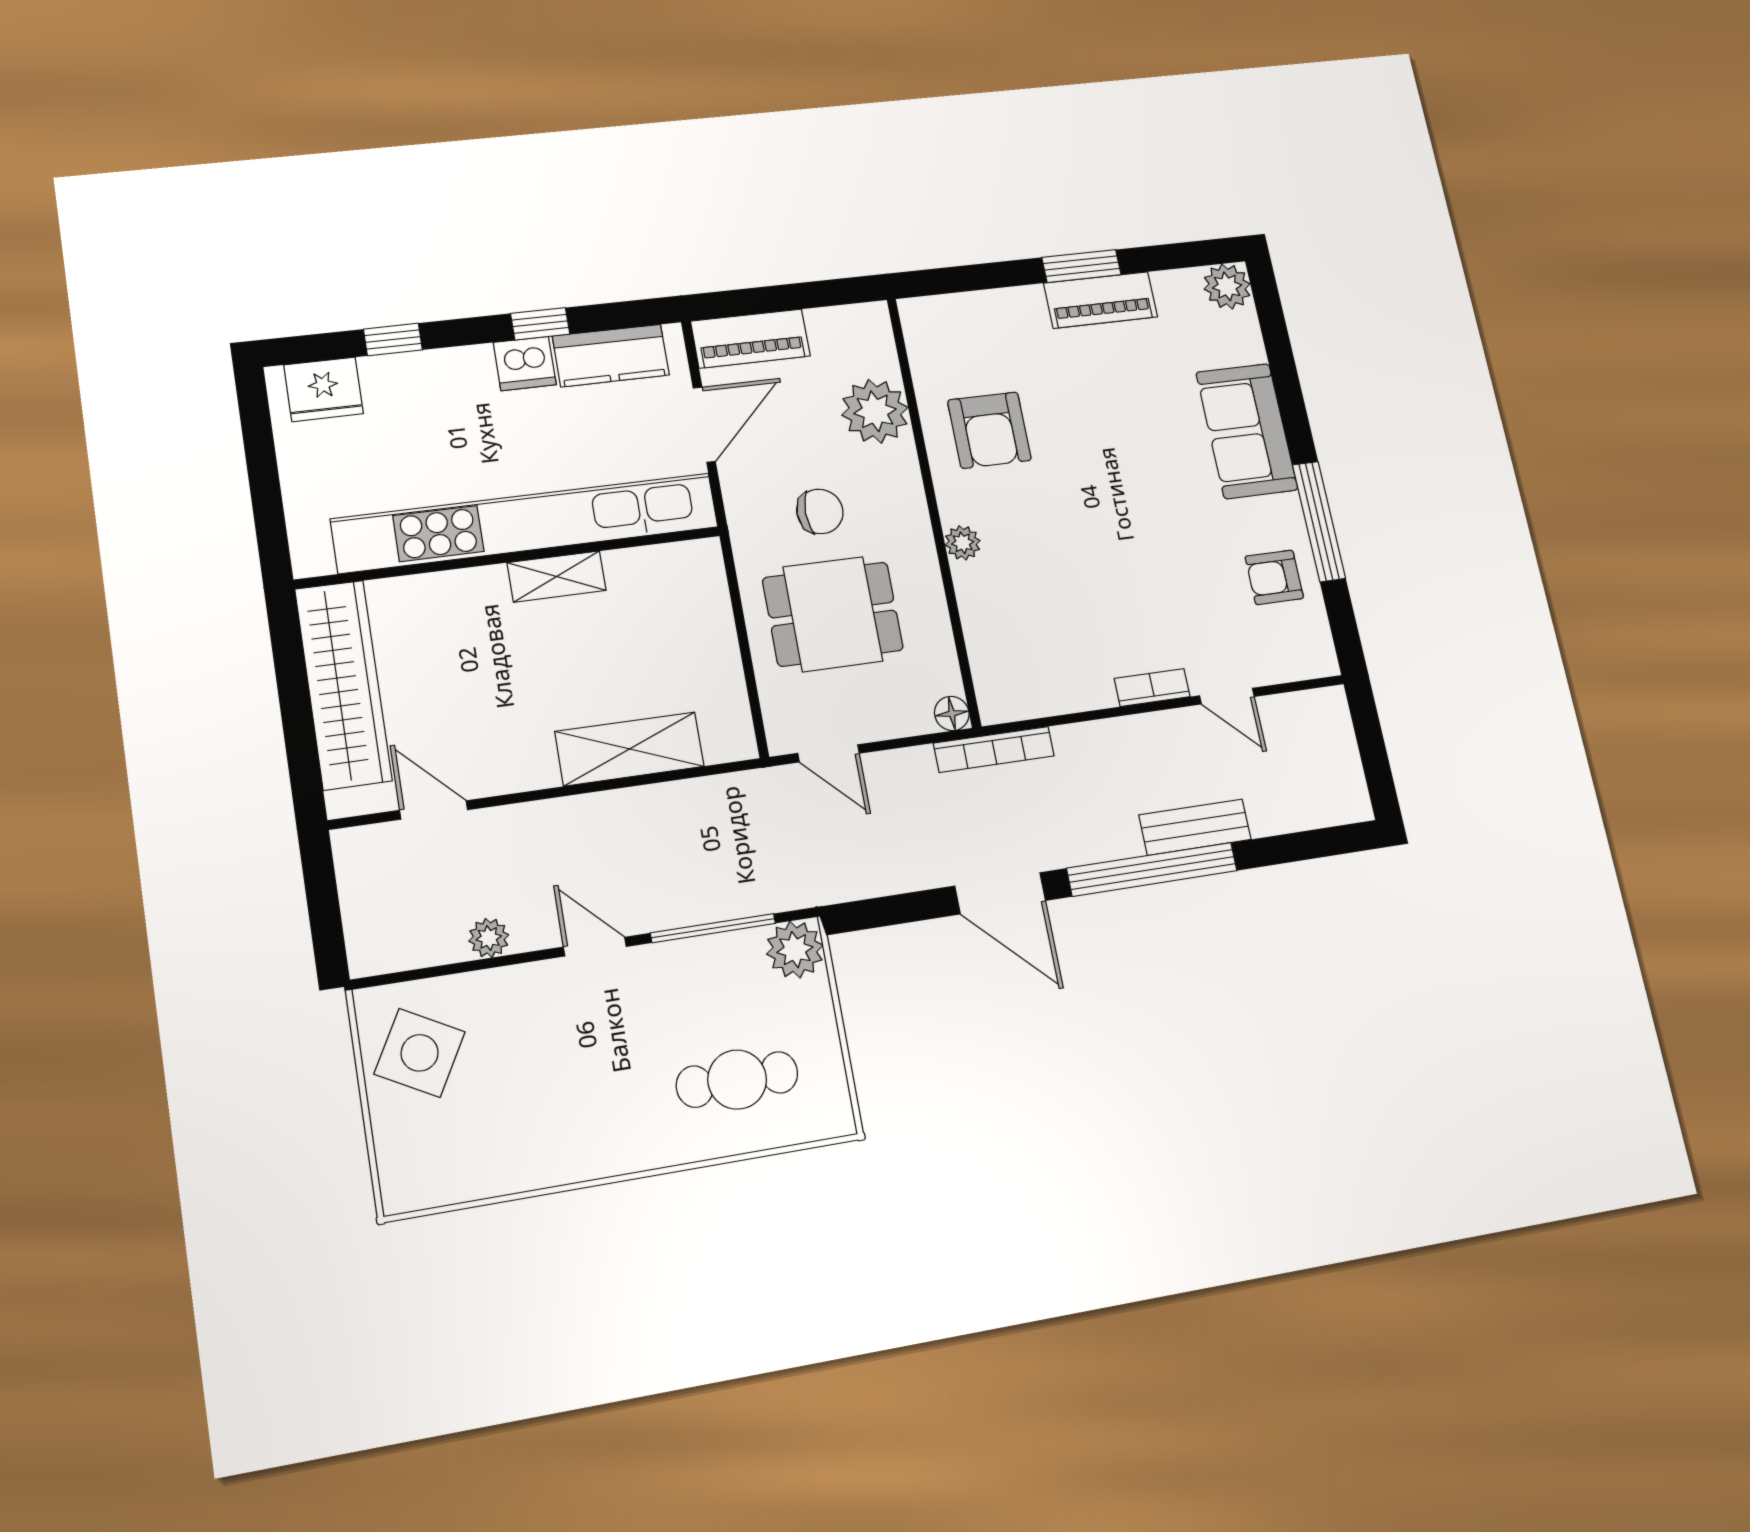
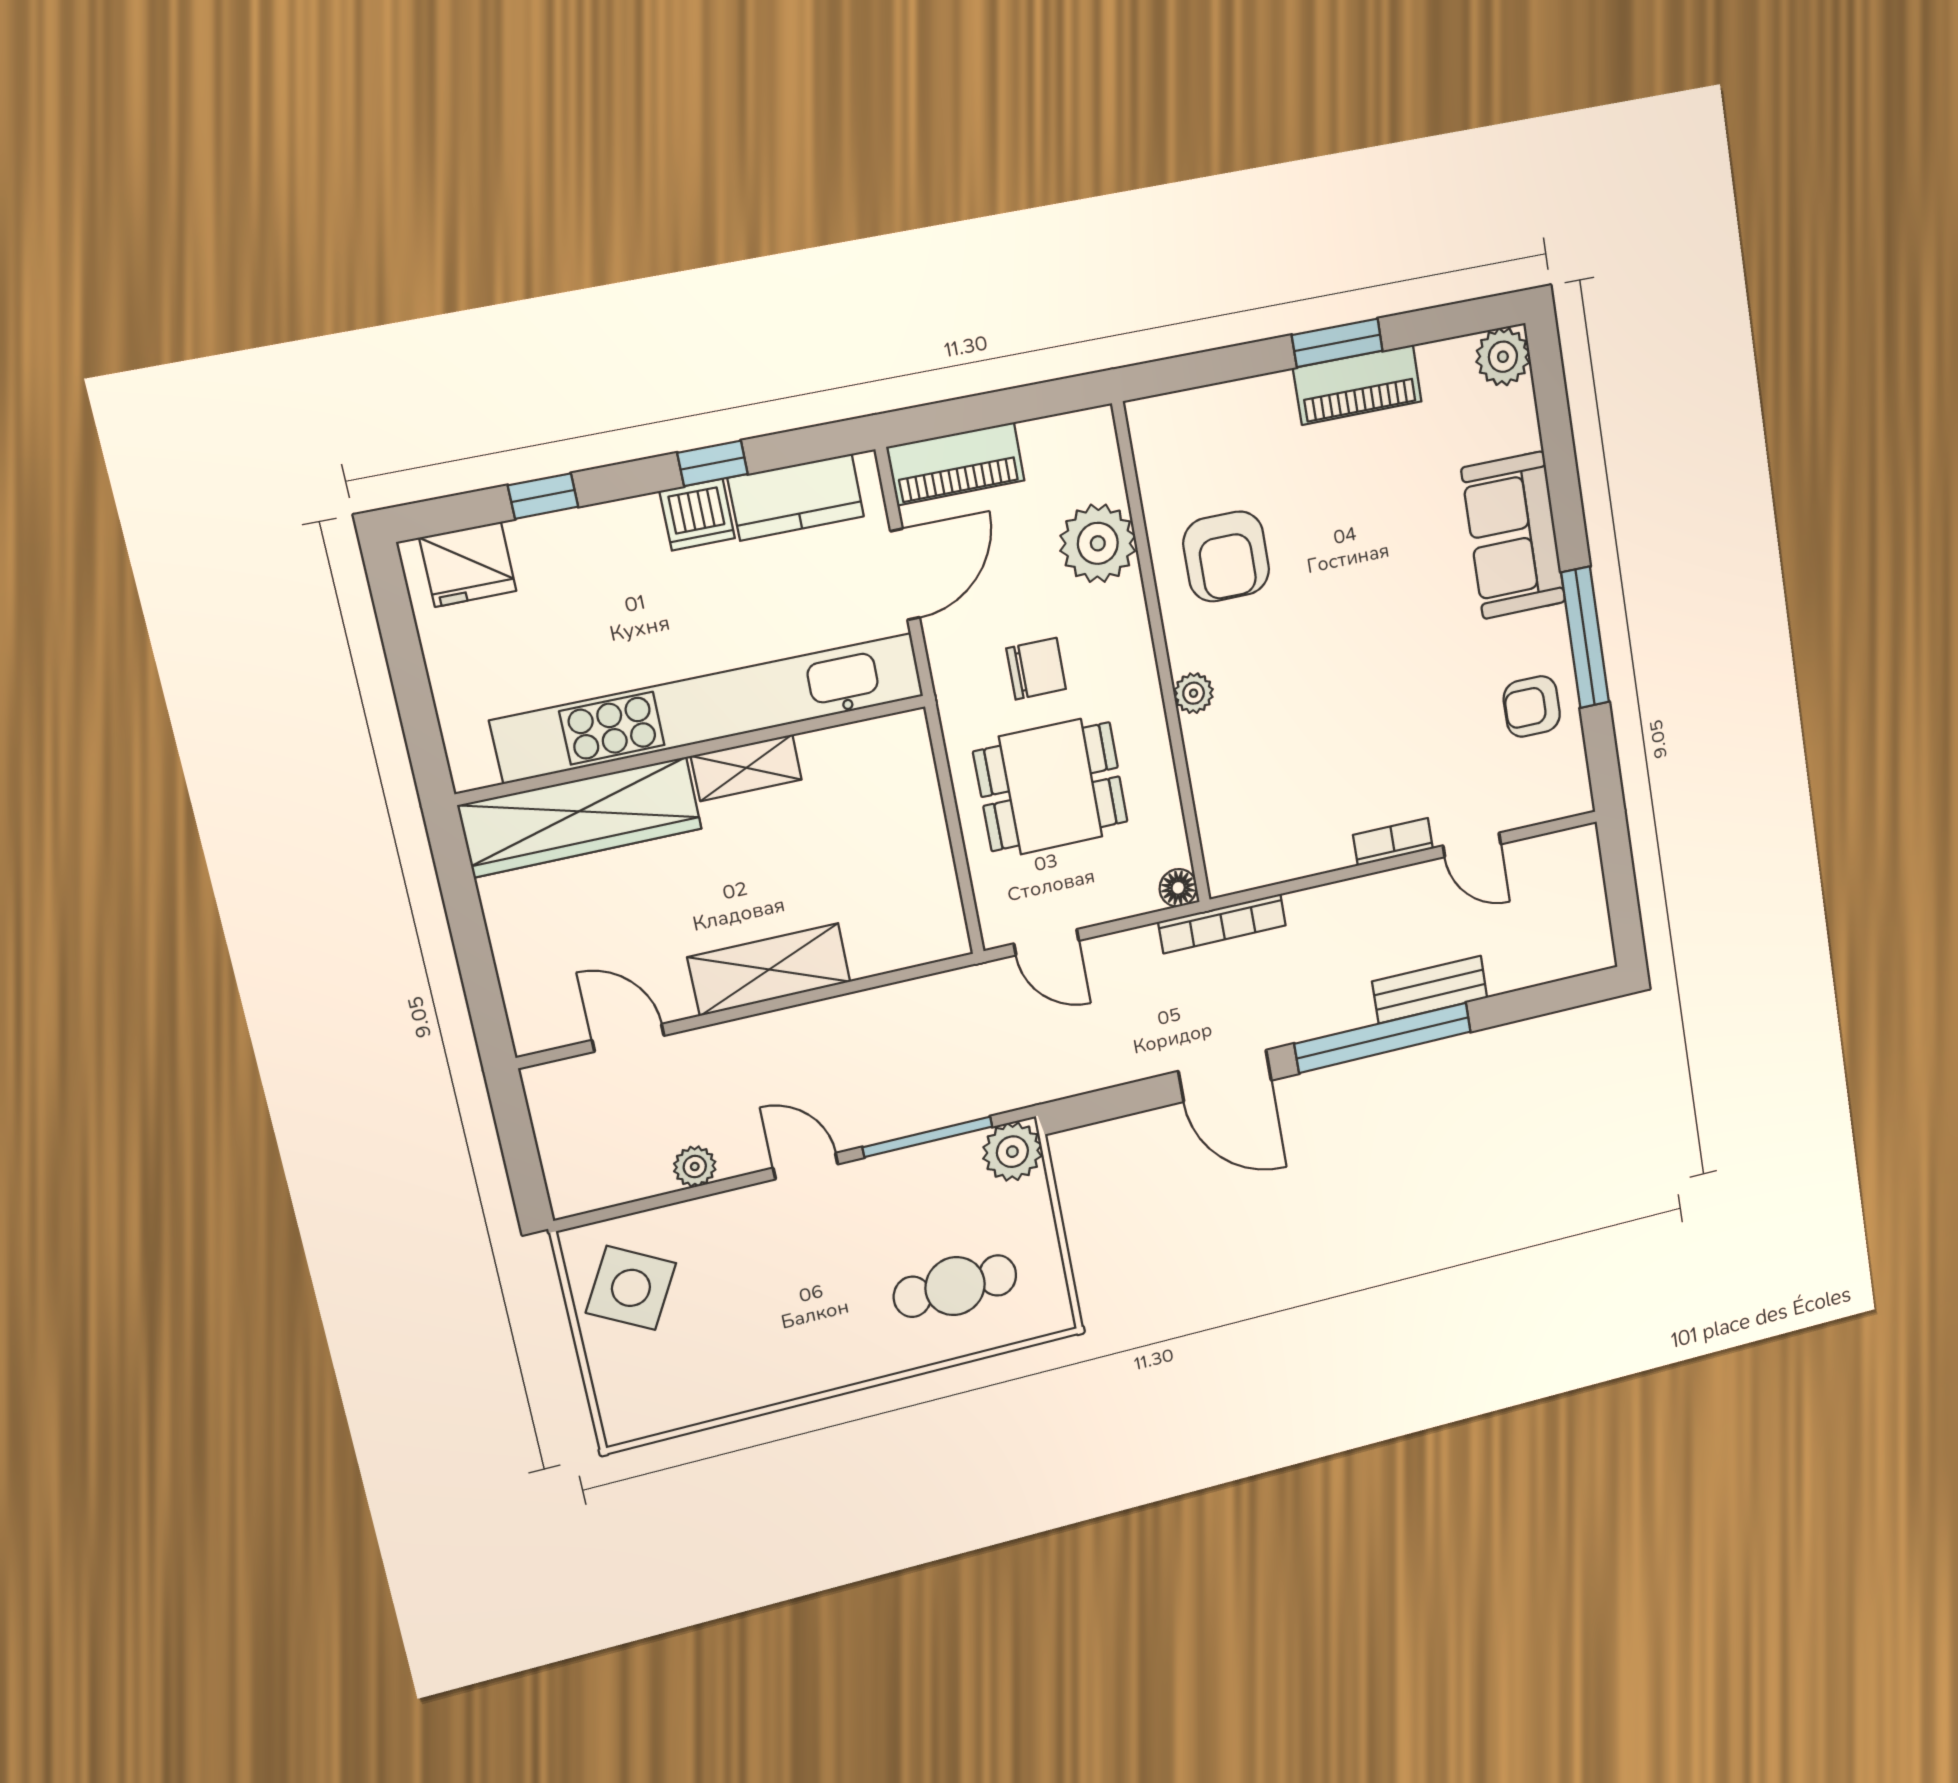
wardrobe: (343, 684) -> (580, 817), moved, turned 90
shelving: (630, 749) -> (769, 969), moved

